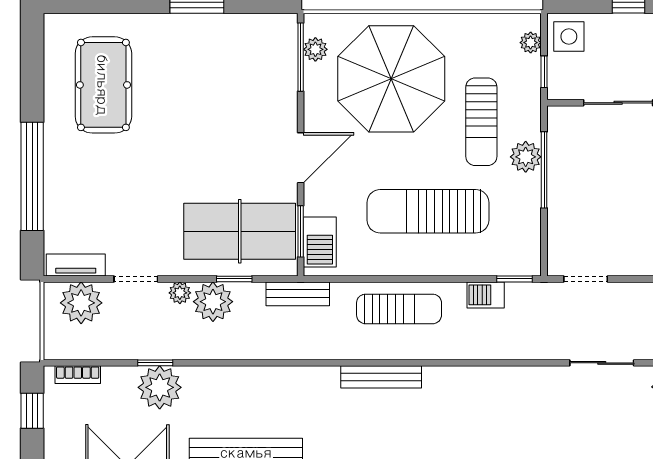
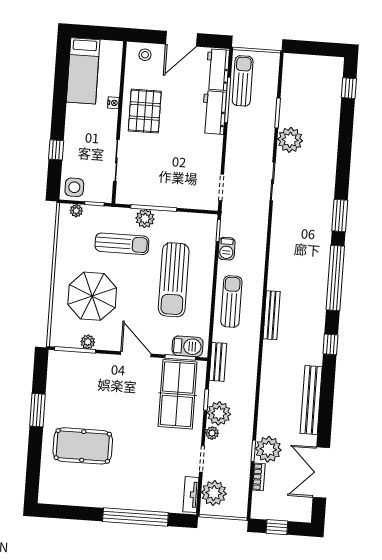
plant: (315, 49) -> (88, 342), moved
parasol: (391, 79) -> (92, 296), width x0.73, depth x0.73
pool table: (103, 85) -> (83, 446), moved
bookcase: (78, 375) -> (259, 477), moved

